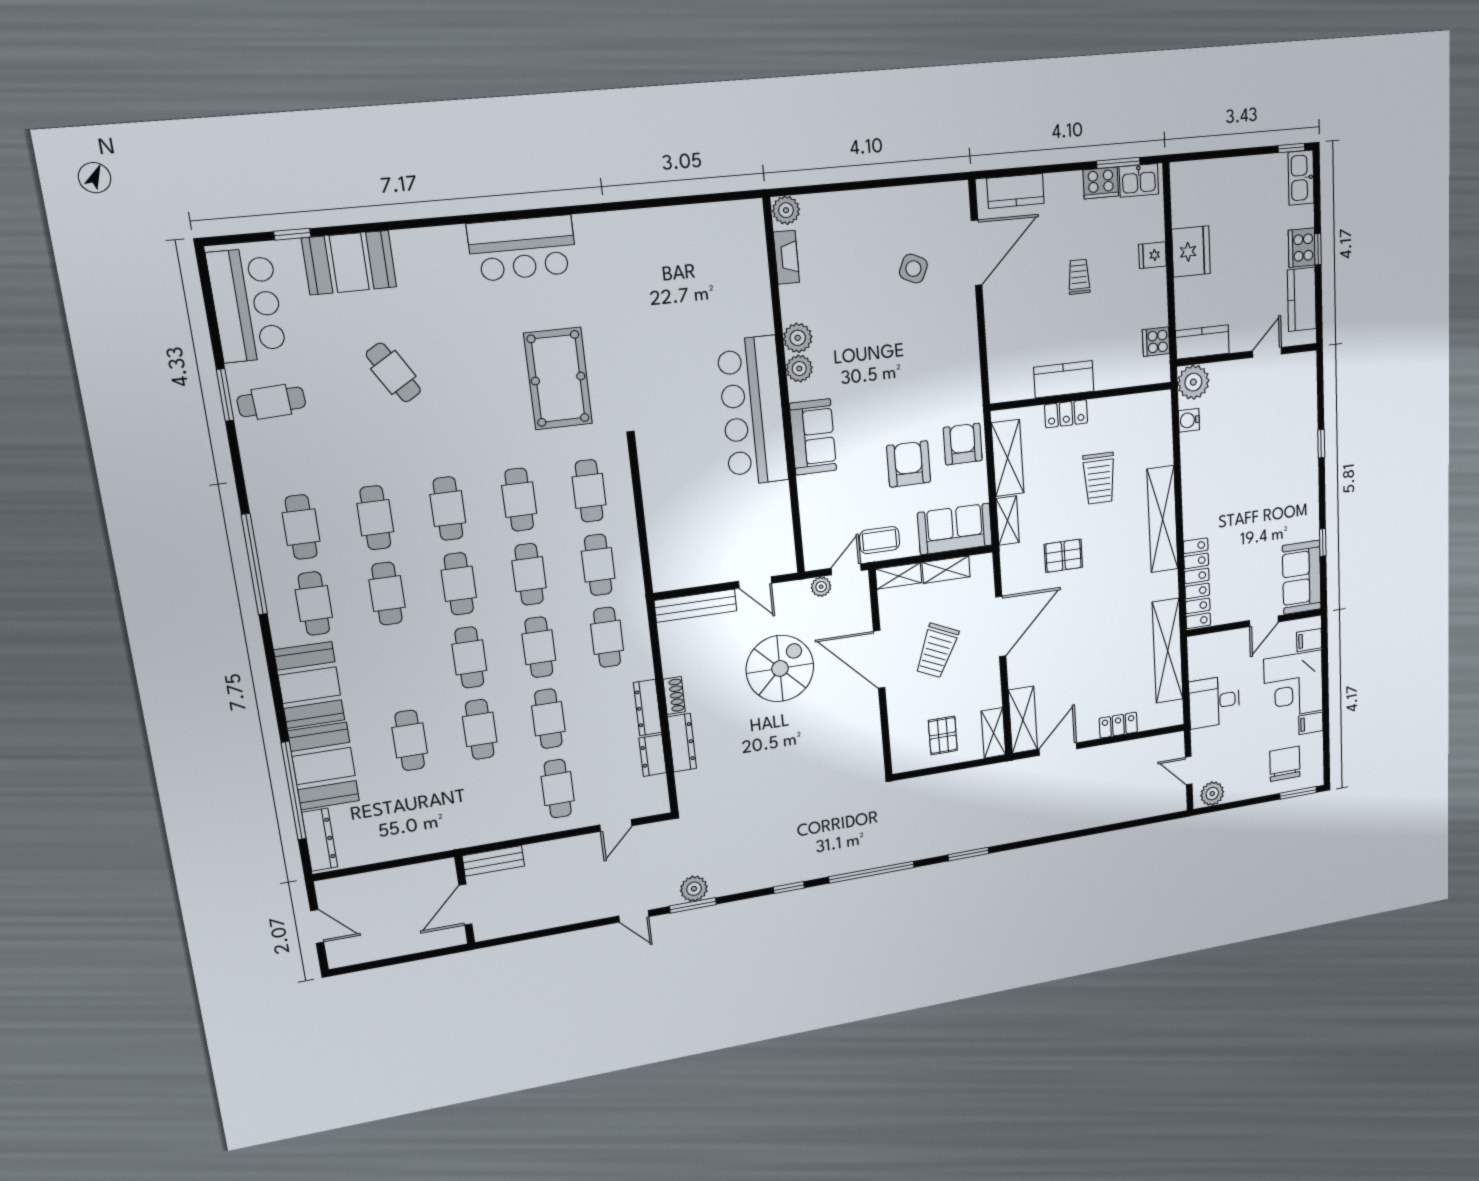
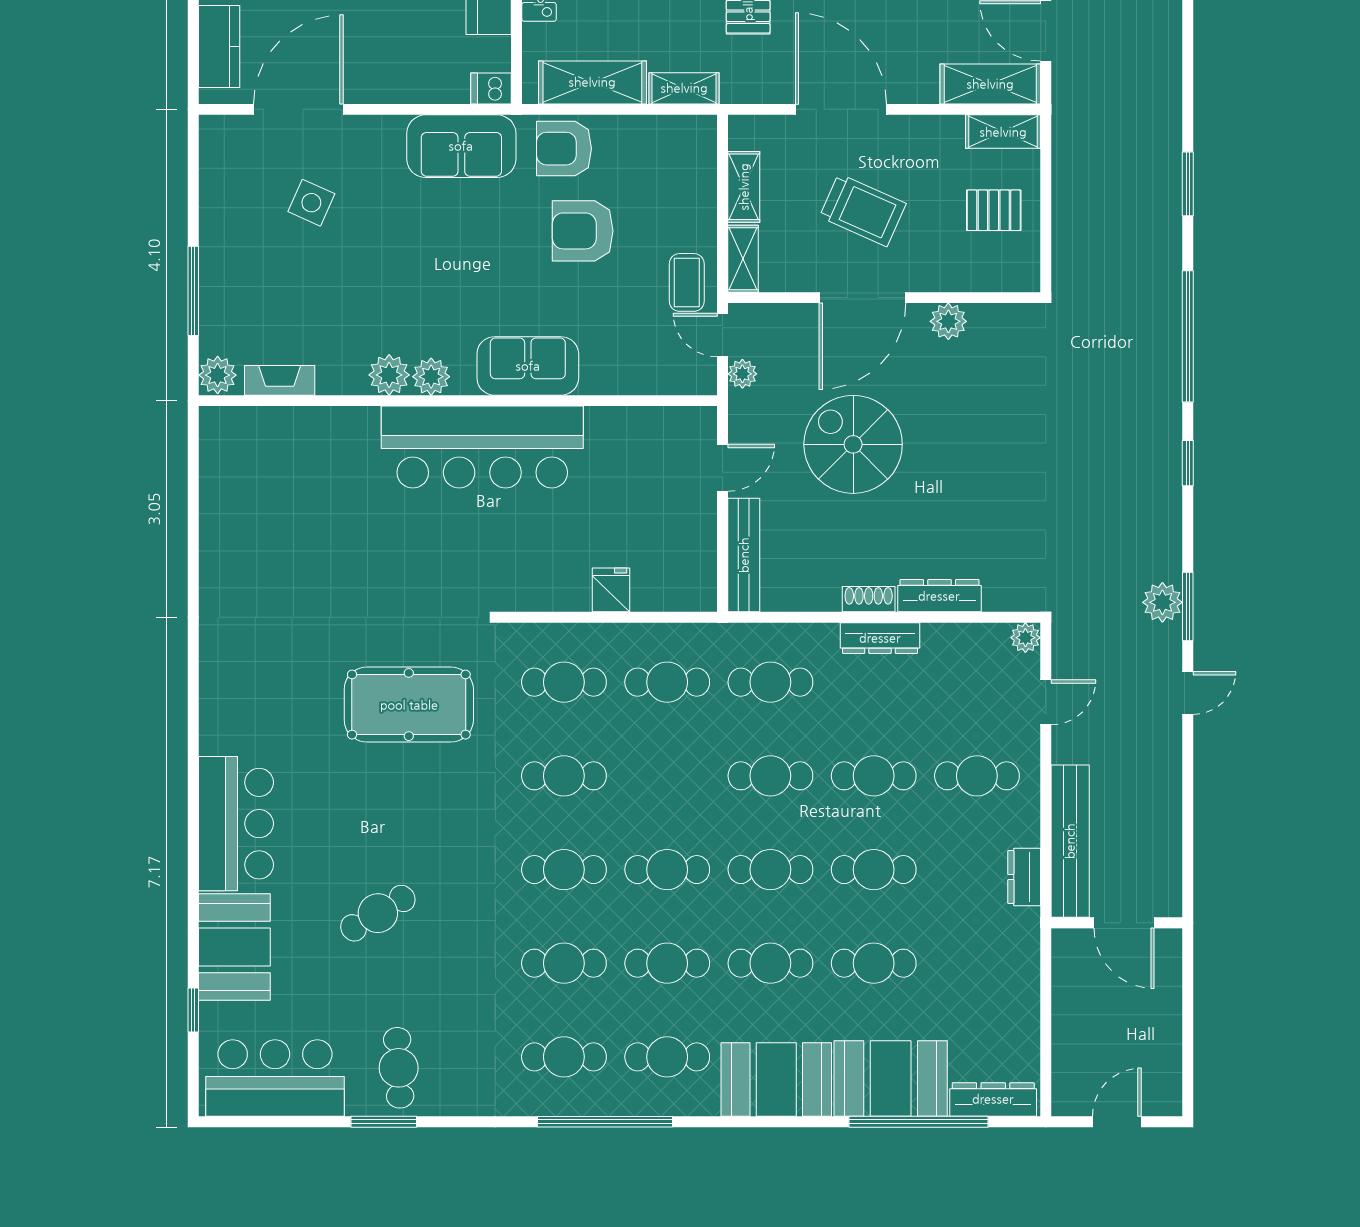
window: (845, 187) -> (193, 291), added
bar counter: (522, 248) -> (236, 824), moved
door: (977, 253) -> (298, 109), hinge flipped
dishwasher: (999, 388) -> (491, 88), added
fridge: (660, 516) -> (611, 590), added
sofa: (955, 529) -> (461, 146), moved, turned -90
cafe table: (529, 574) -> (770, 963), moved
plant: (868, 718) -> (948, 321), added
dresser: (653, 755) -> (1024, 877), moved, turned 90
plant: (659, 804) -> (1025, 638), added
door: (616, 825) -> (1046, 702), hinge flipped
bench: (493, 861) -> (1070, 841), width x1.86, depth x1.21

